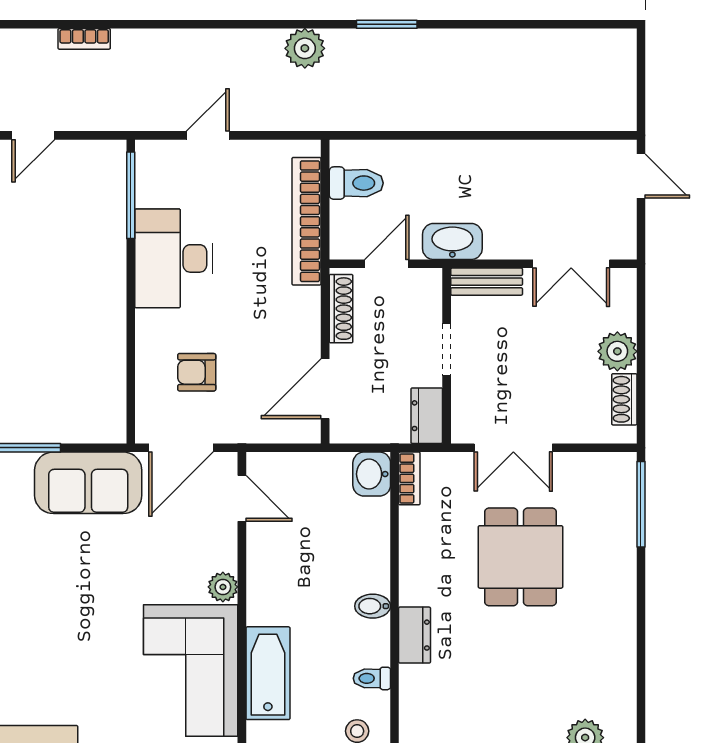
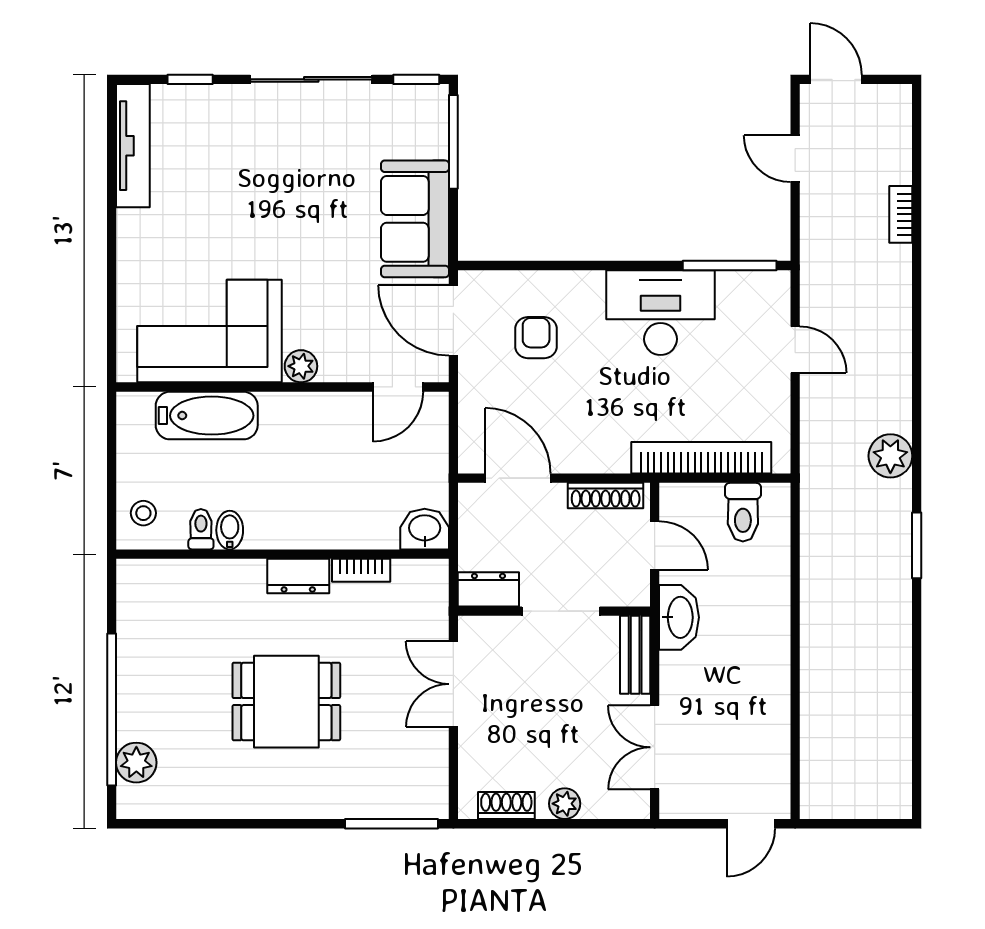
doorway: (447, 349) -> (561, 611), width x1.38
plant: (617, 351) -> (565, 804), width x0.73, depth x0.73
bookcase: (409, 478) -> (361, 570), moved
dining table: (520, 557) -> (286, 702), moved
bidet: (373, 606) -> (230, 530), moved
dresser: (415, 635) -> (298, 576), moved

